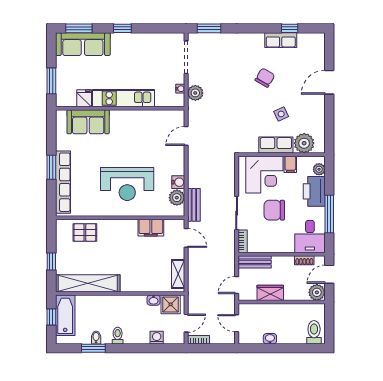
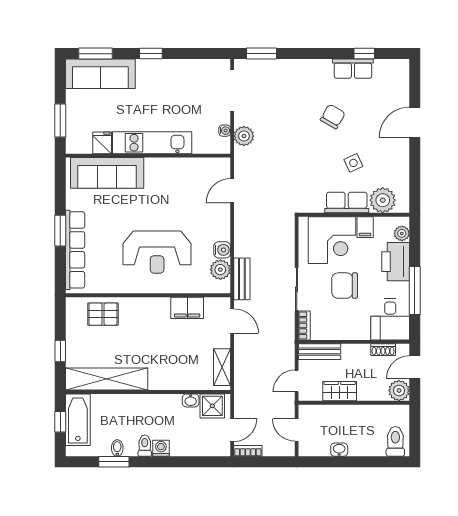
sofa: (88, 122) -> (107, 173), width x1.36
washing machine: (157, 338) -> (161, 448), moved

